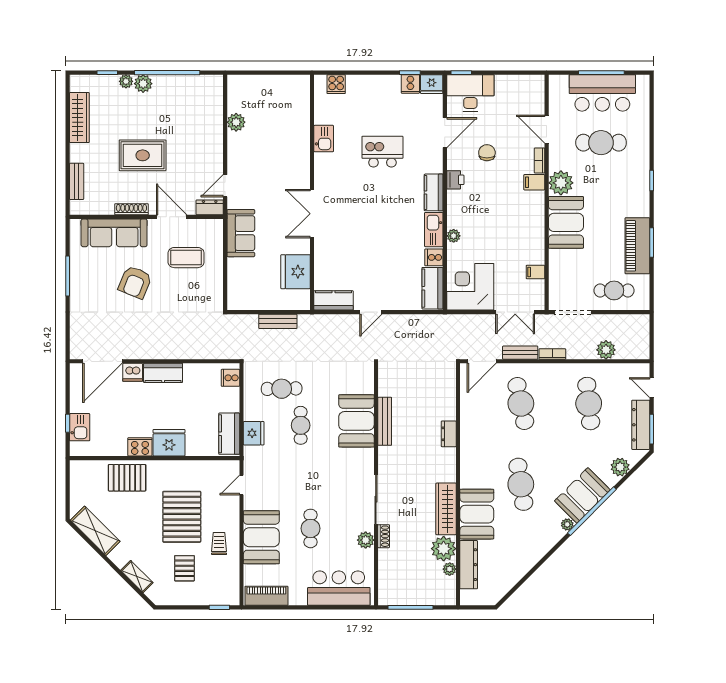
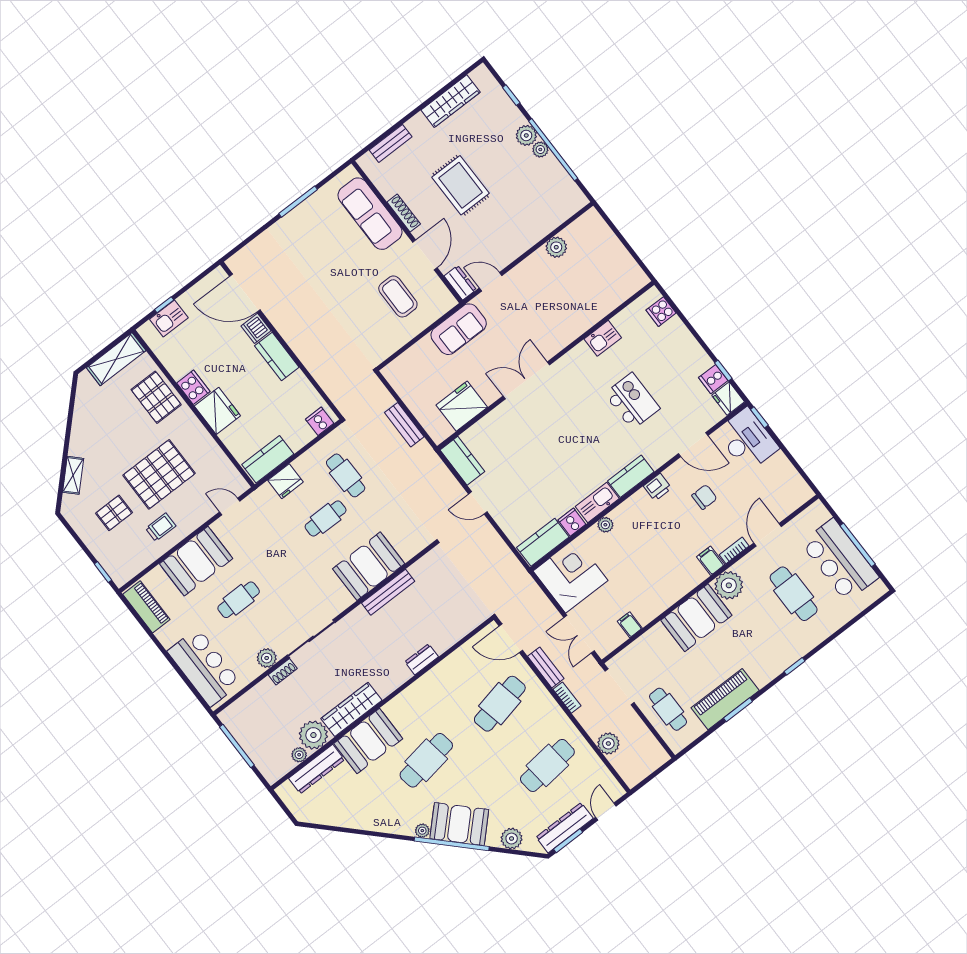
plant: (126, 81) -> (540, 150), moved
armchair: (135, 282) -> (340, 267), removed
shelving: (95, 531) -> (116, 359), moved, turned 45

